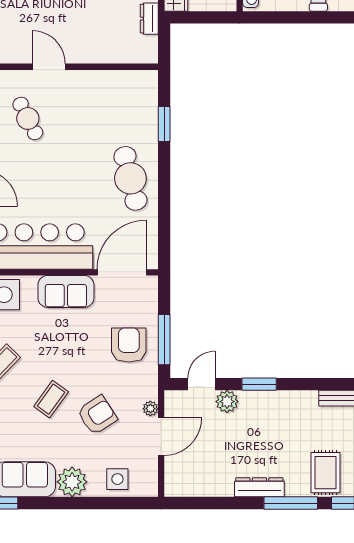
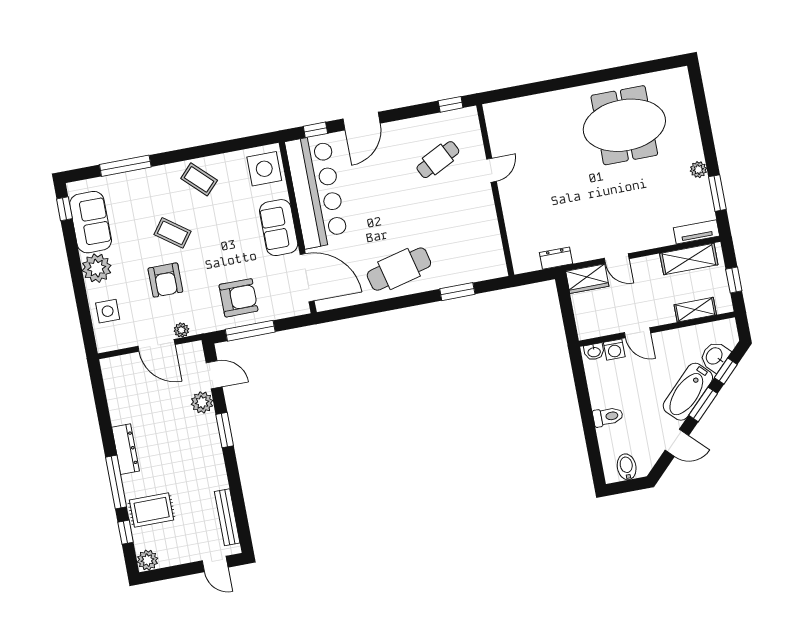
door: (49, 67) -> (491, 170), width x0.73
armchair: (97, 415) -> (165, 280), turned 33

